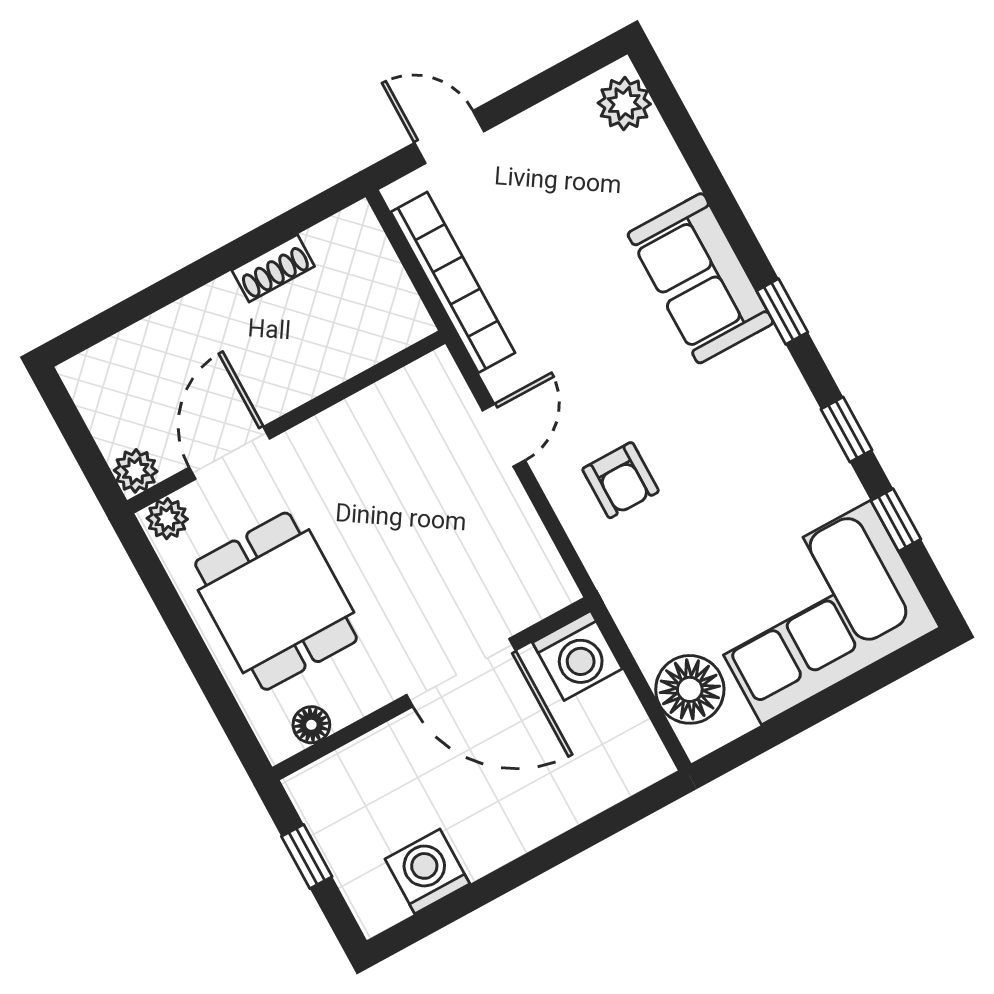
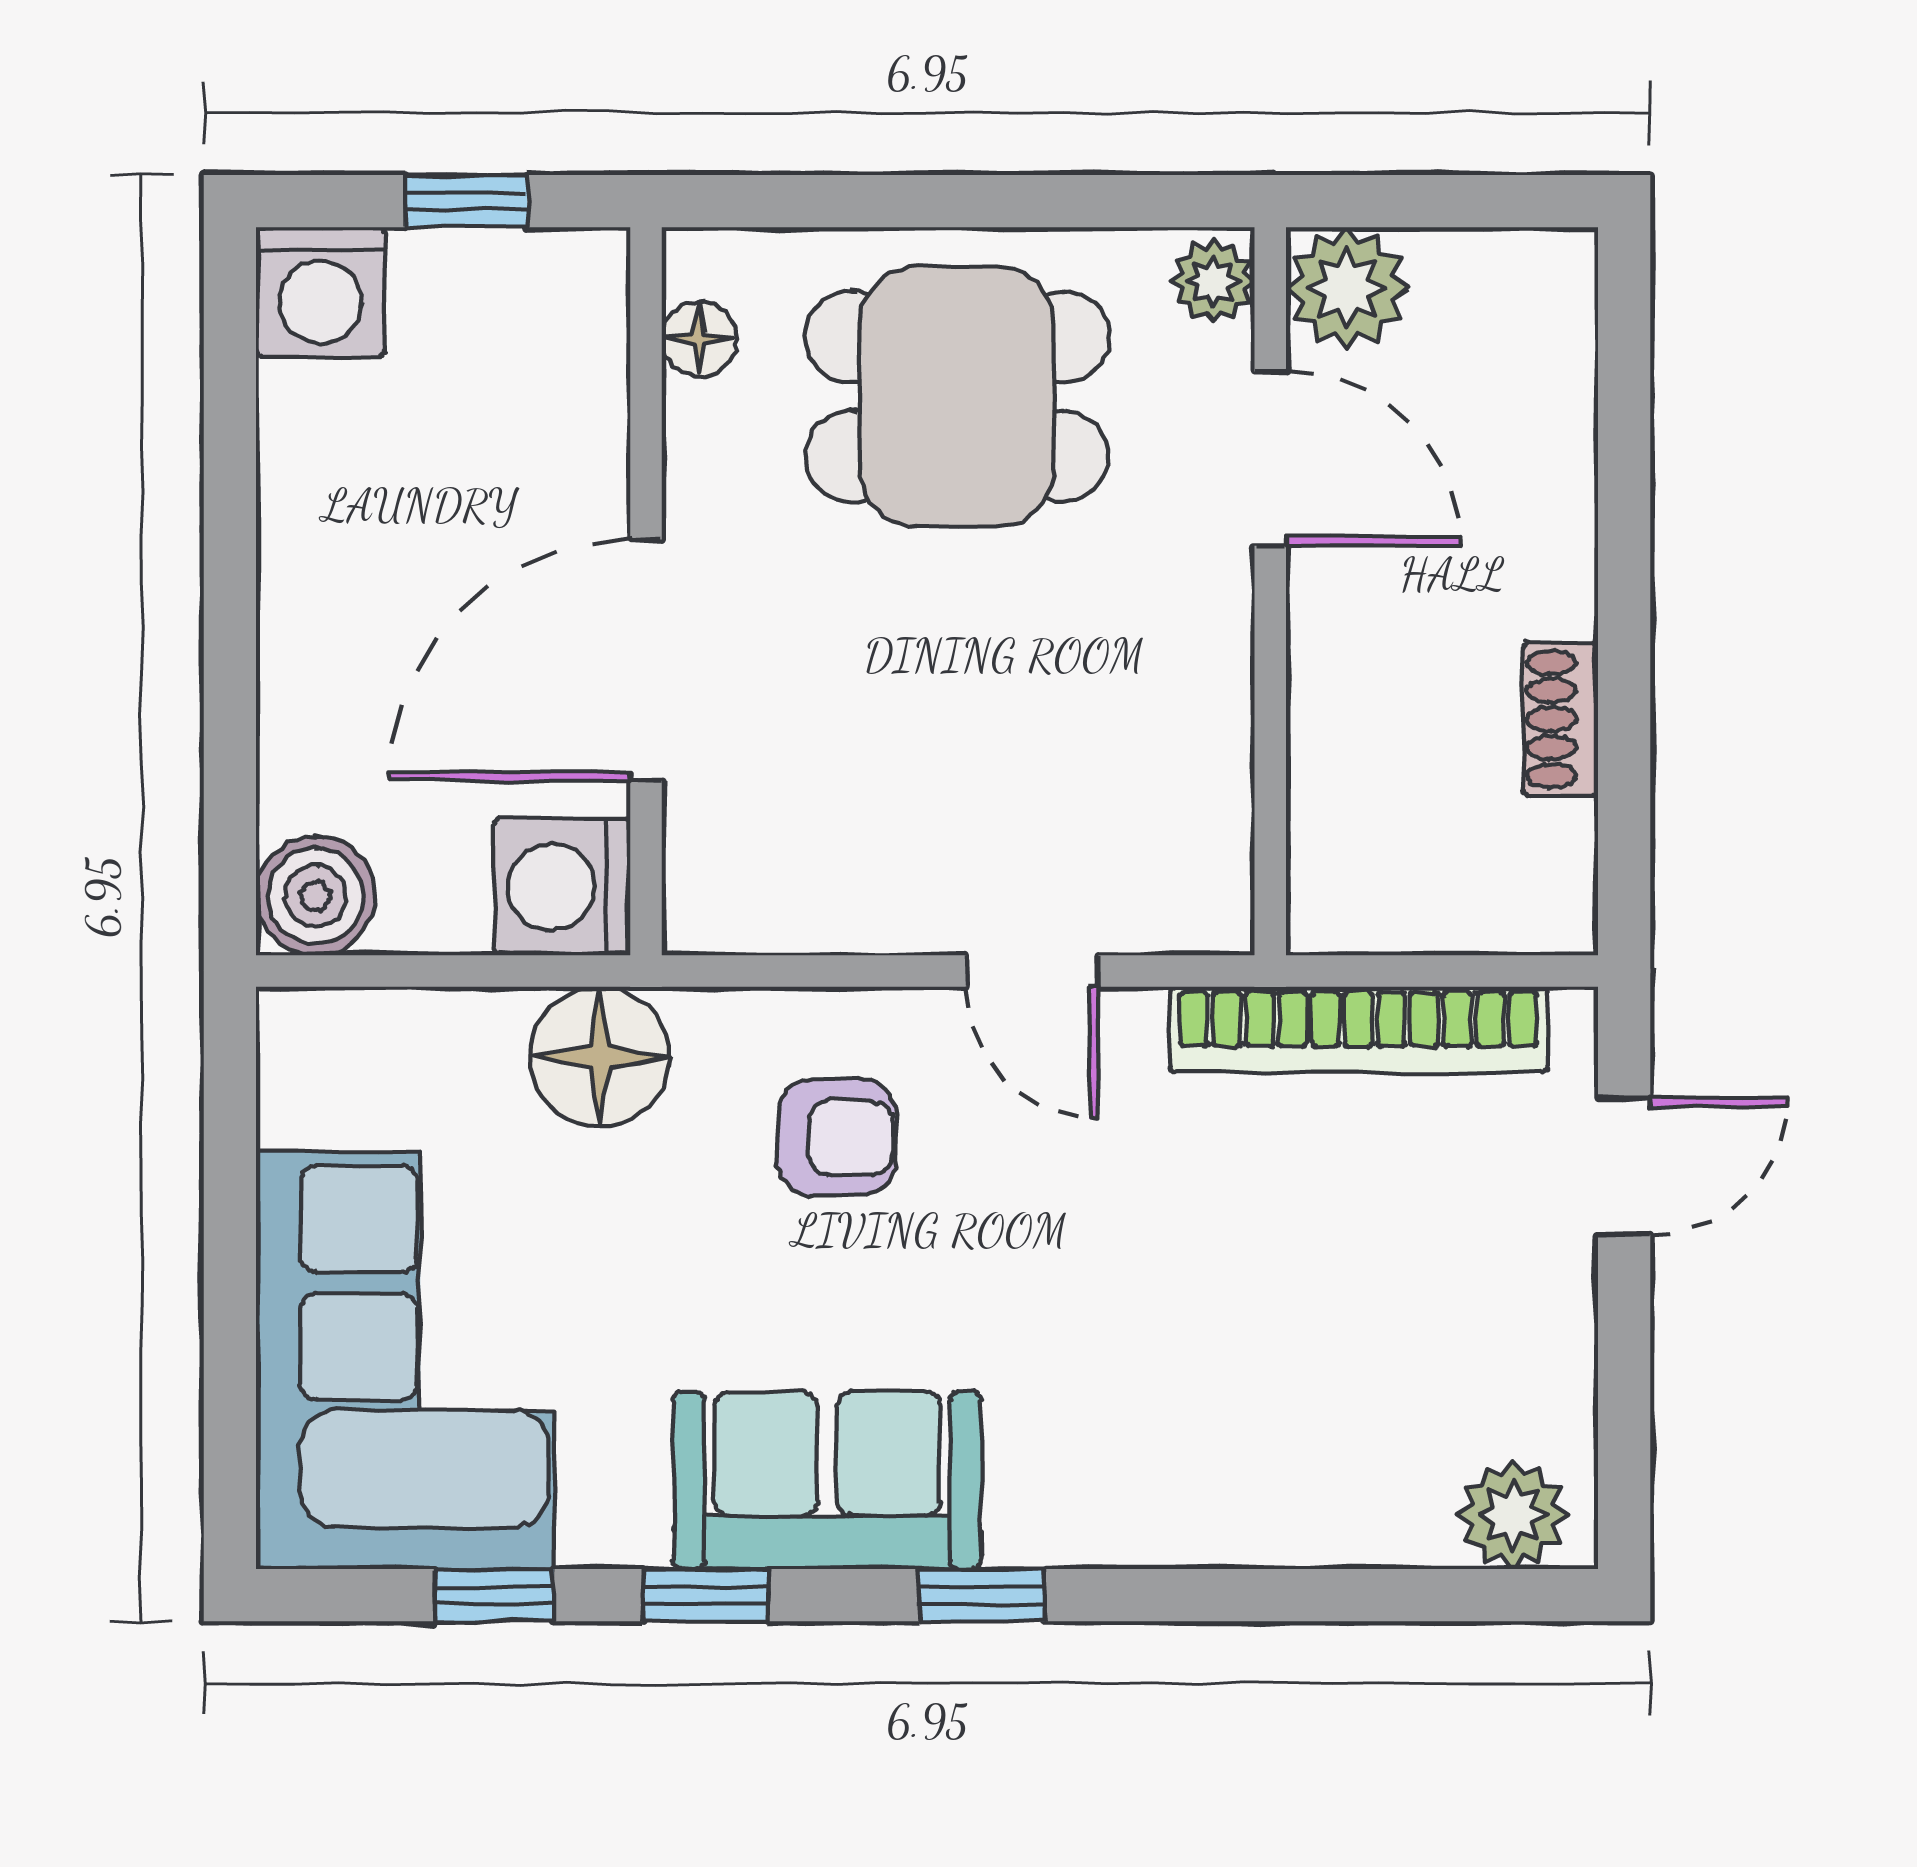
sofa: (700, 278) -> (827, 1480), moved
plant: (136, 471) -> (1347, 288), width x1.38, depth x1.38
armchair: (621, 480) -> (836, 1137), turned 180
floor lamp: (690, 689) -> (600, 1057), moved
boiler: (639, 759) -> (315, 896), added
washing machine: (427, 871) -> (320, 292), moved, turned 90

